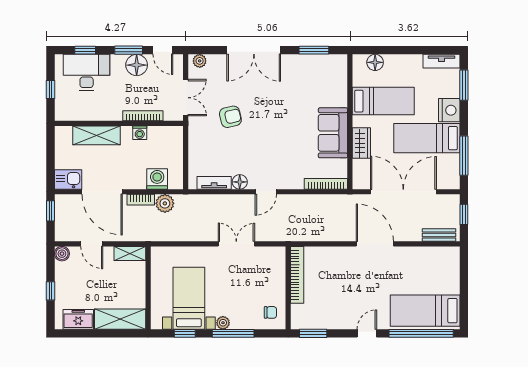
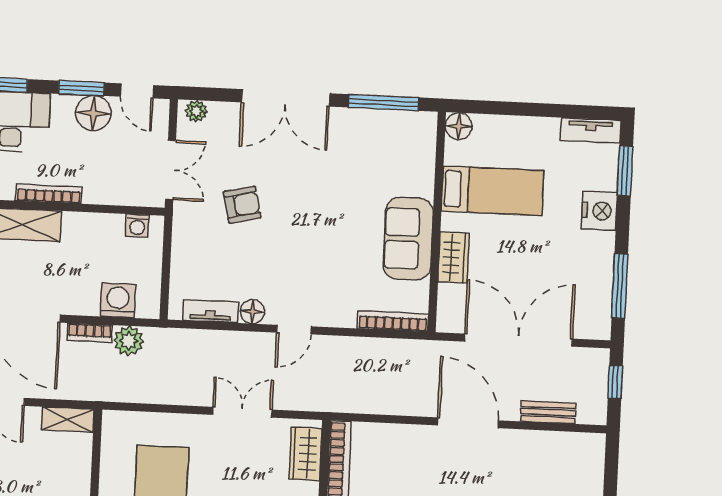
window: (314, 50) -> (383, 102), width x1.44
floor lamp: (375, 62) -> (459, 126), moved
bookcase: (143, 116) -> (49, 194), moved
washing machine: (140, 133) -> (137, 226), moved
bed: (427, 138) -> (561, 255), removed
bench: (439, 235) -> (548, 412), moved
wardrobe: (276, 267) -> (305, 454), added

